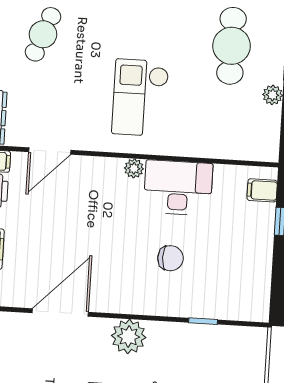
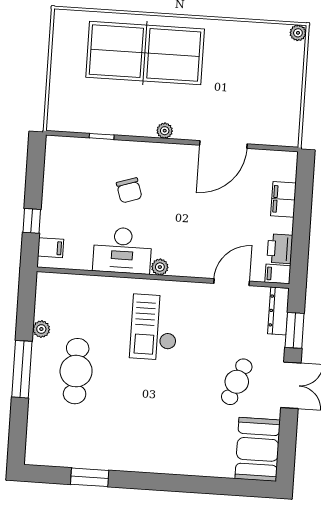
checkout: (140, 98) -> (154, 327), turned 180
chair: (170, 258) -> (129, 190), turned -108
plant: (129, 336) -> (165, 131), width x0.53, depth x0.53

